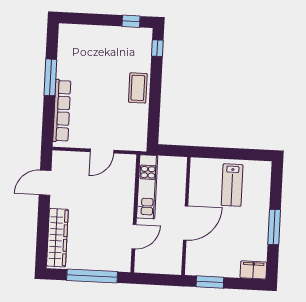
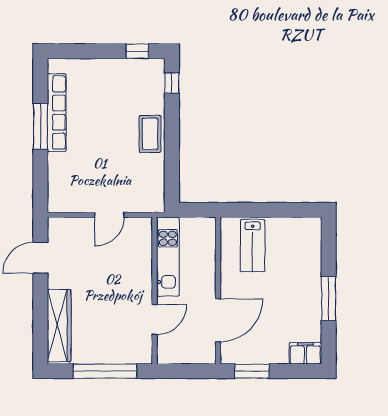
row of seats: (62, 111) -> (57, 113), moved
lab bench: (232, 185) -> (253, 246), moved
door: (186, 223) -> (218, 320), moved

